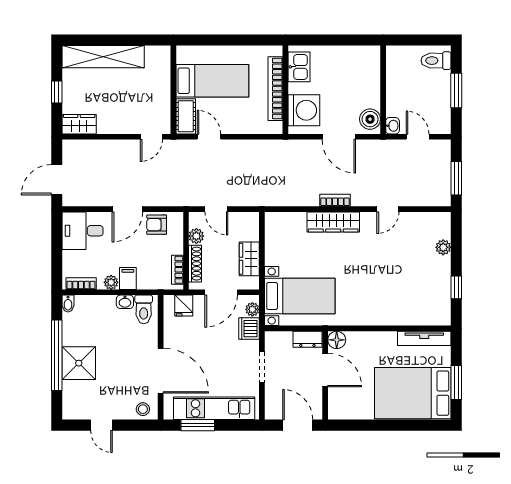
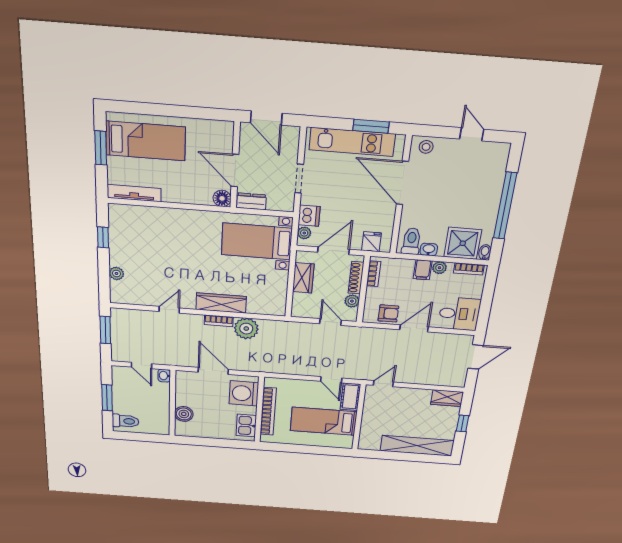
boiler: (370, 119) -> (184, 414), moved
plant: (305, 193) -> (246, 329), added
shower: (79, 363) -> (463, 243), moved
bed: (413, 393) -> (146, 141), width x0.67

